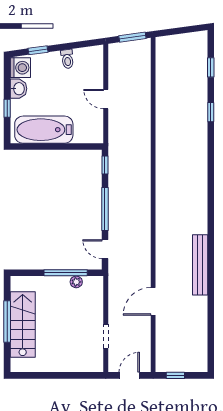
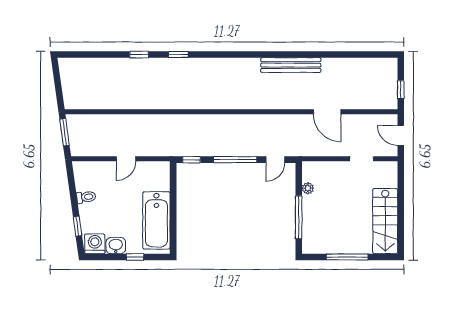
window: (211, 67) -> (178, 54), moved
window: (66, 273) -> (299, 217), moved
stairs: (23, 325) -> (385, 221), moved, turned -90

